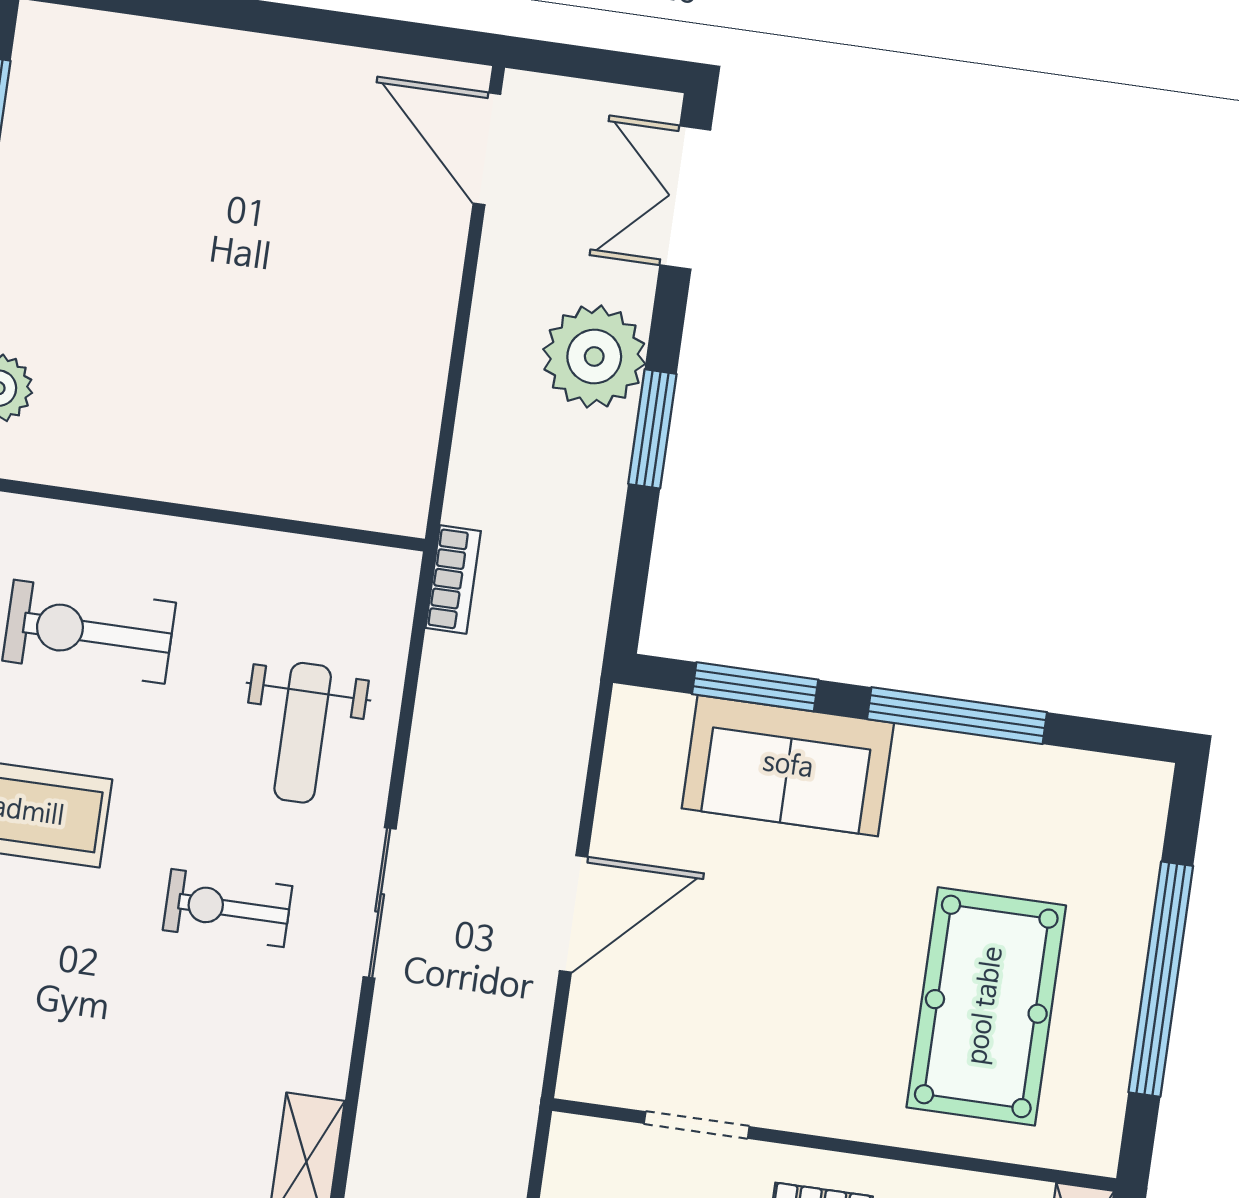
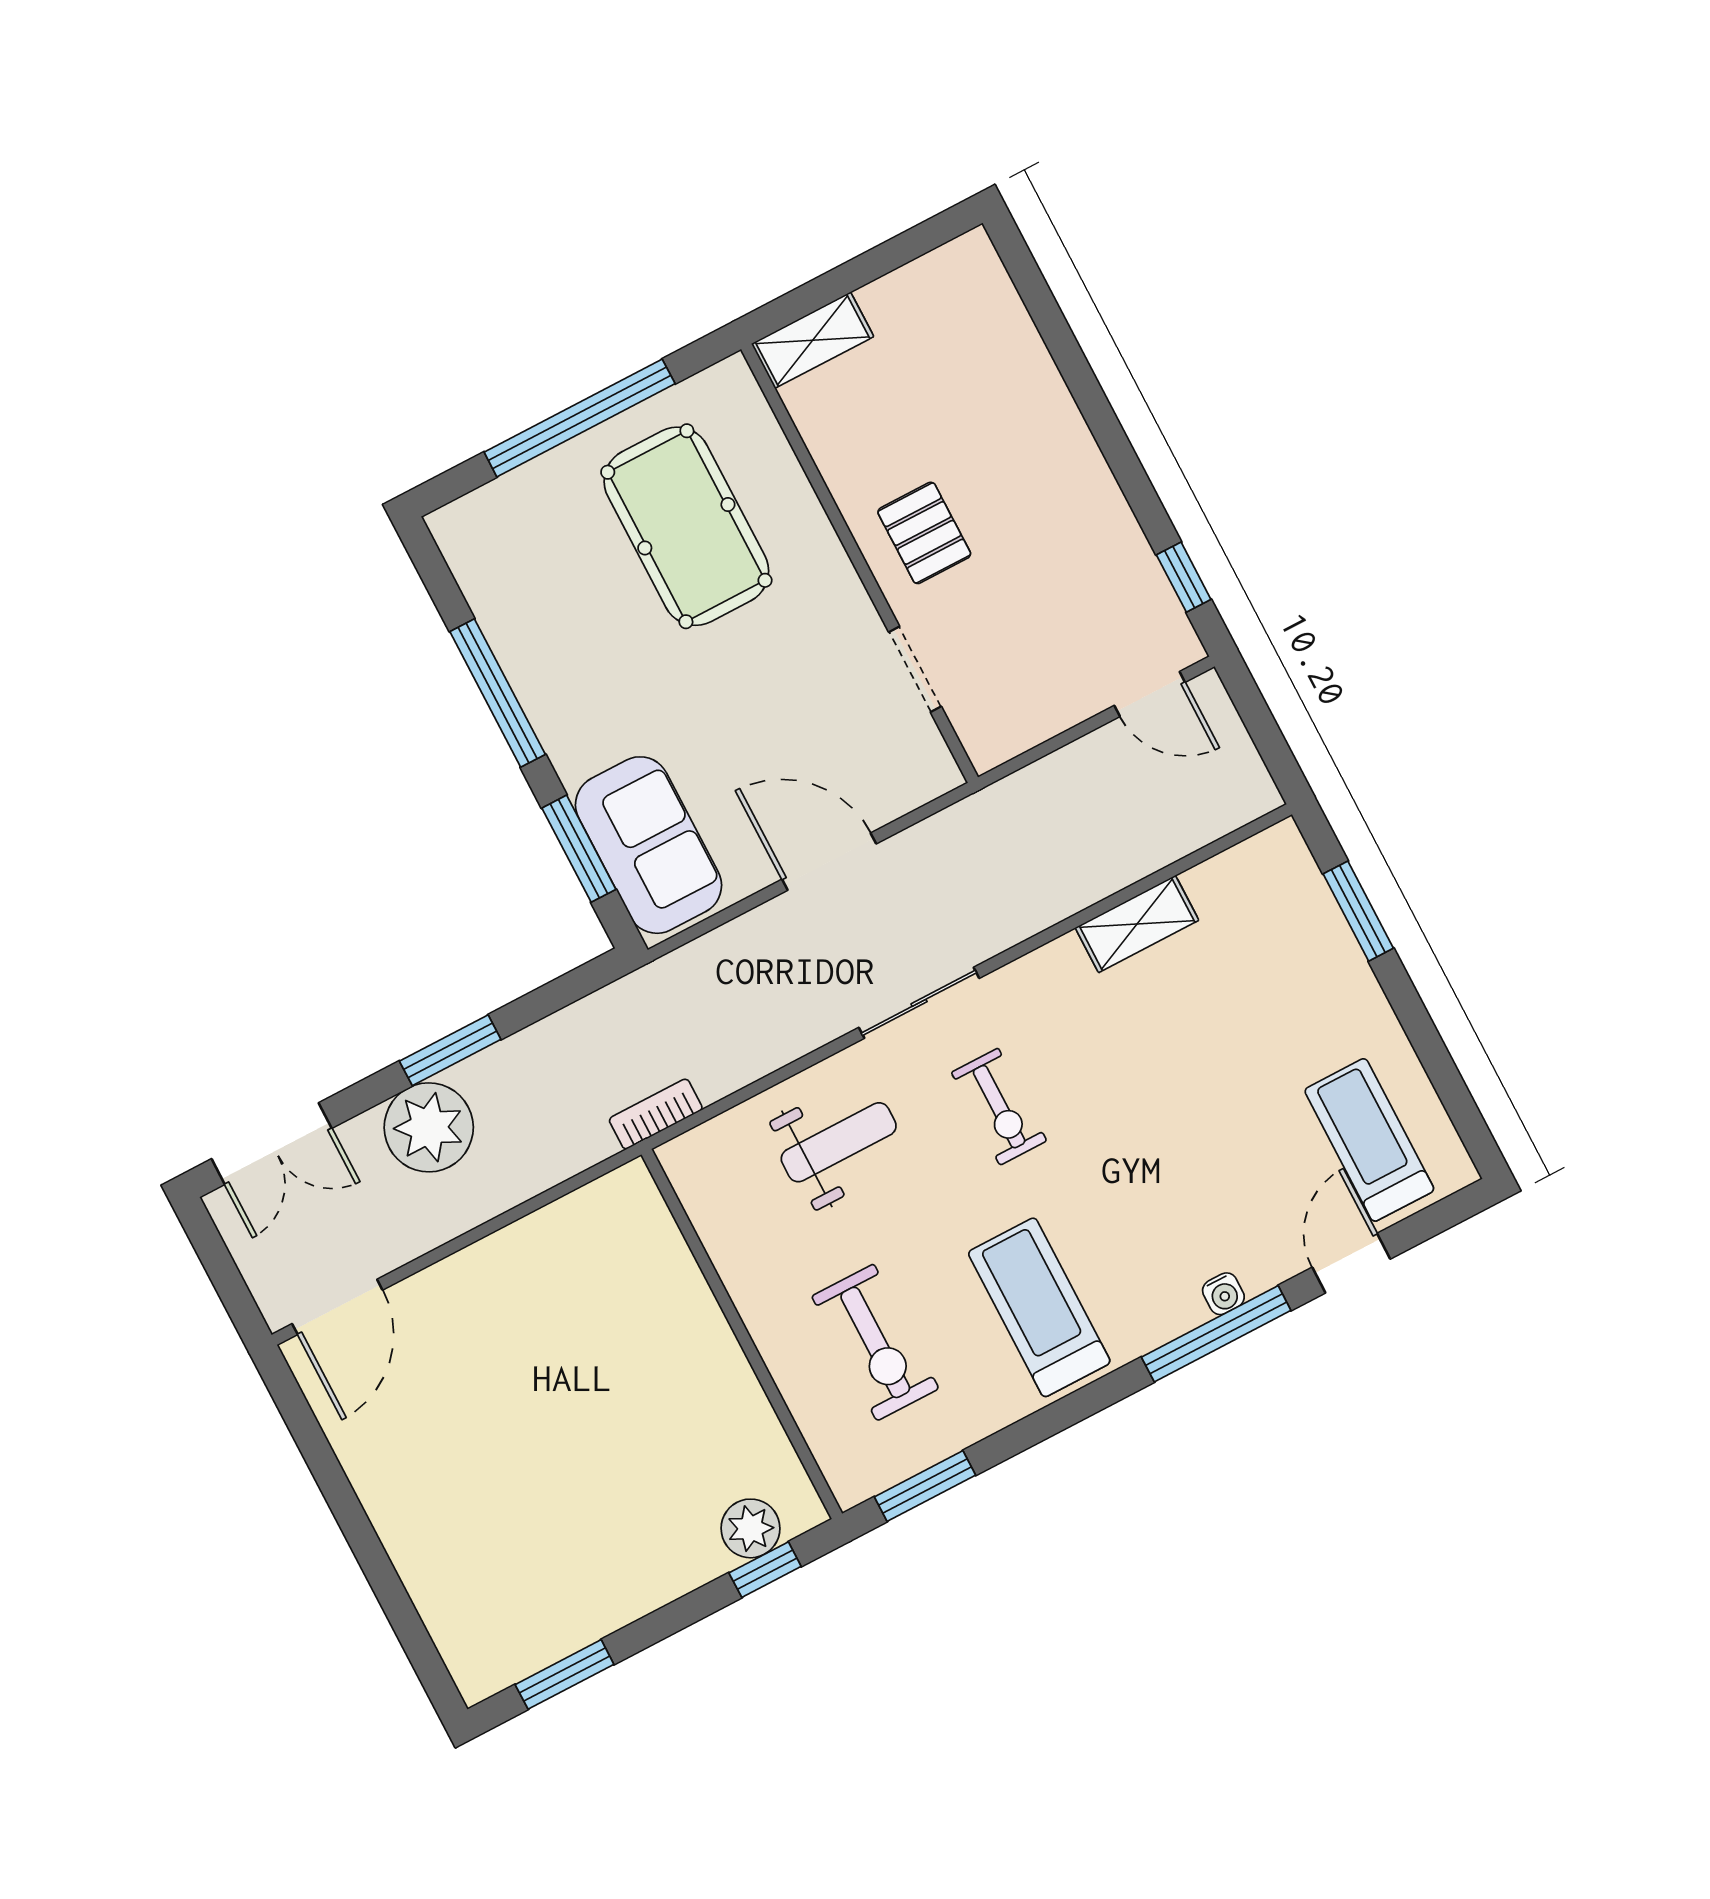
sofa: (788, 766) -> (648, 845), moved
pool table: (986, 1006) -> (686, 526), turned 90

